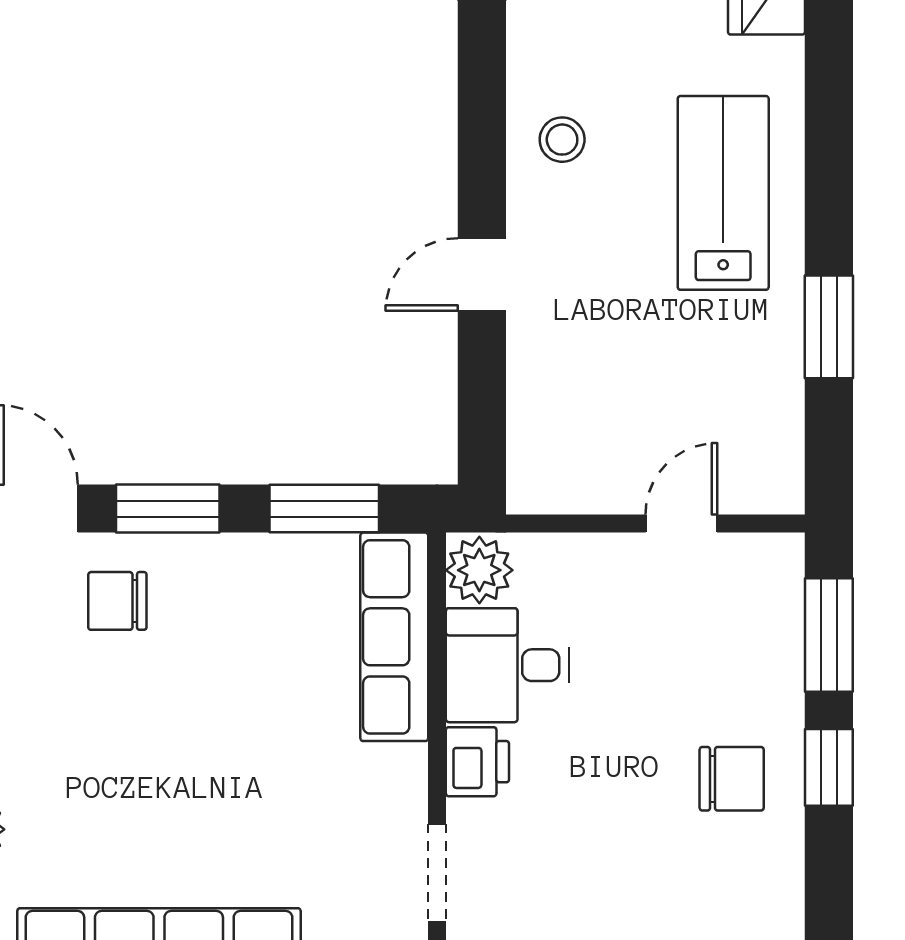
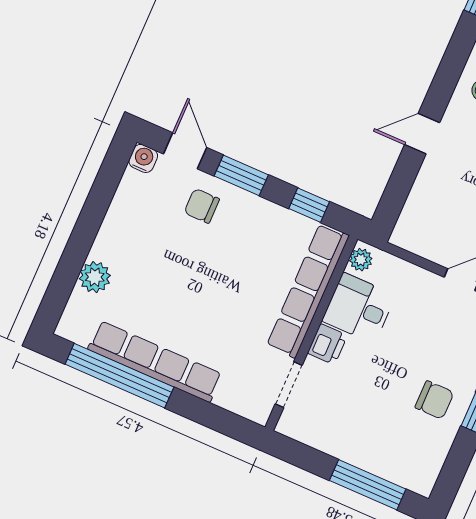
window: (324, 509) -> (309, 205), width x0.67
plant: (479, 570) -> (361, 260), width x0.73, depth x0.73
row of seats: (394, 637) -> (308, 291), width x1.36

